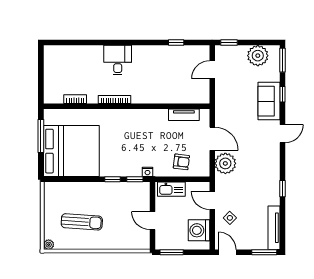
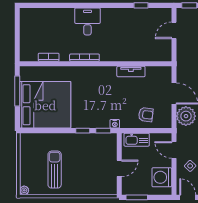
tv unit: (184, 115) -> (131, 72), moved
door: (152, 221) -> (119, 168), swing flipped
sun lounger: (82, 222) -> (55, 170), turned -94

